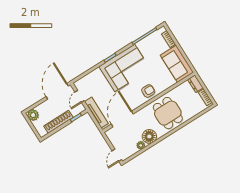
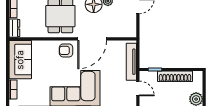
door: (80, 96) -> (138, 88), hinge flipped
door: (122, 119) -> (92, 39), moved

